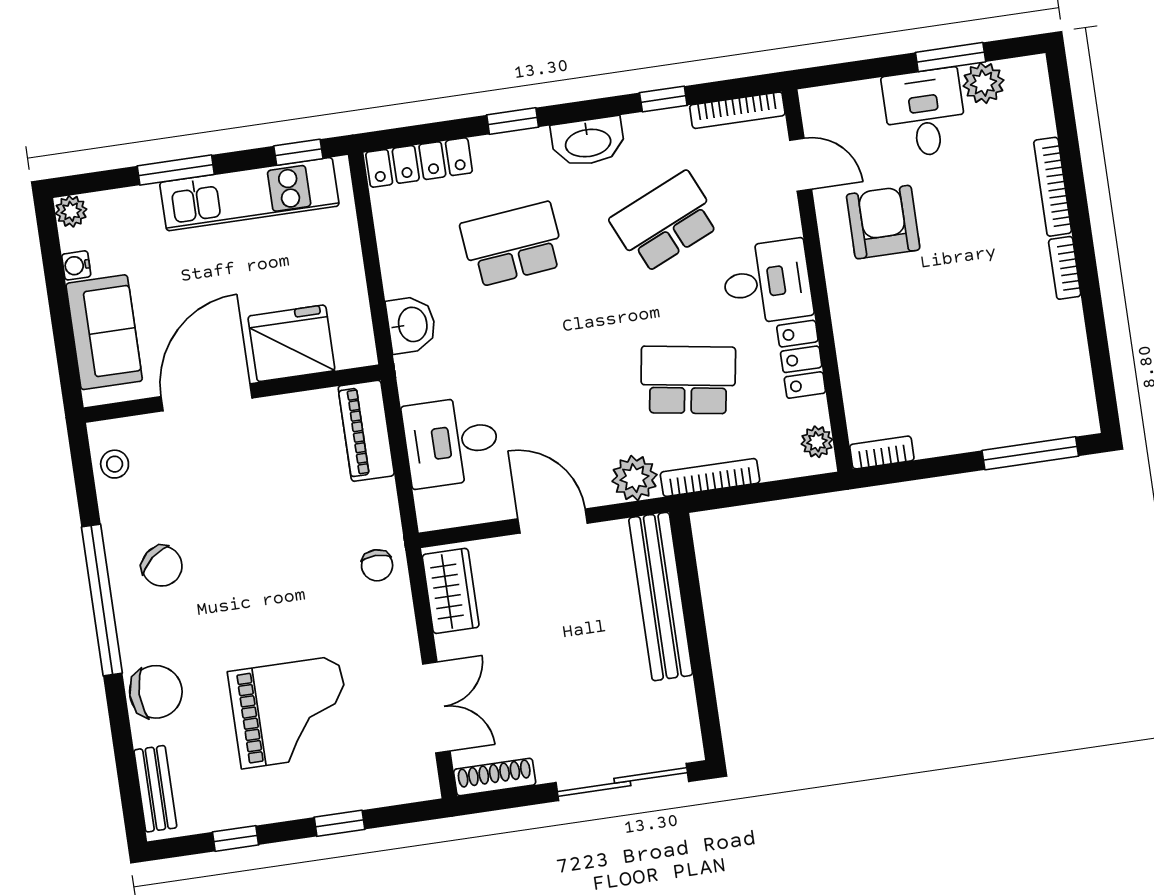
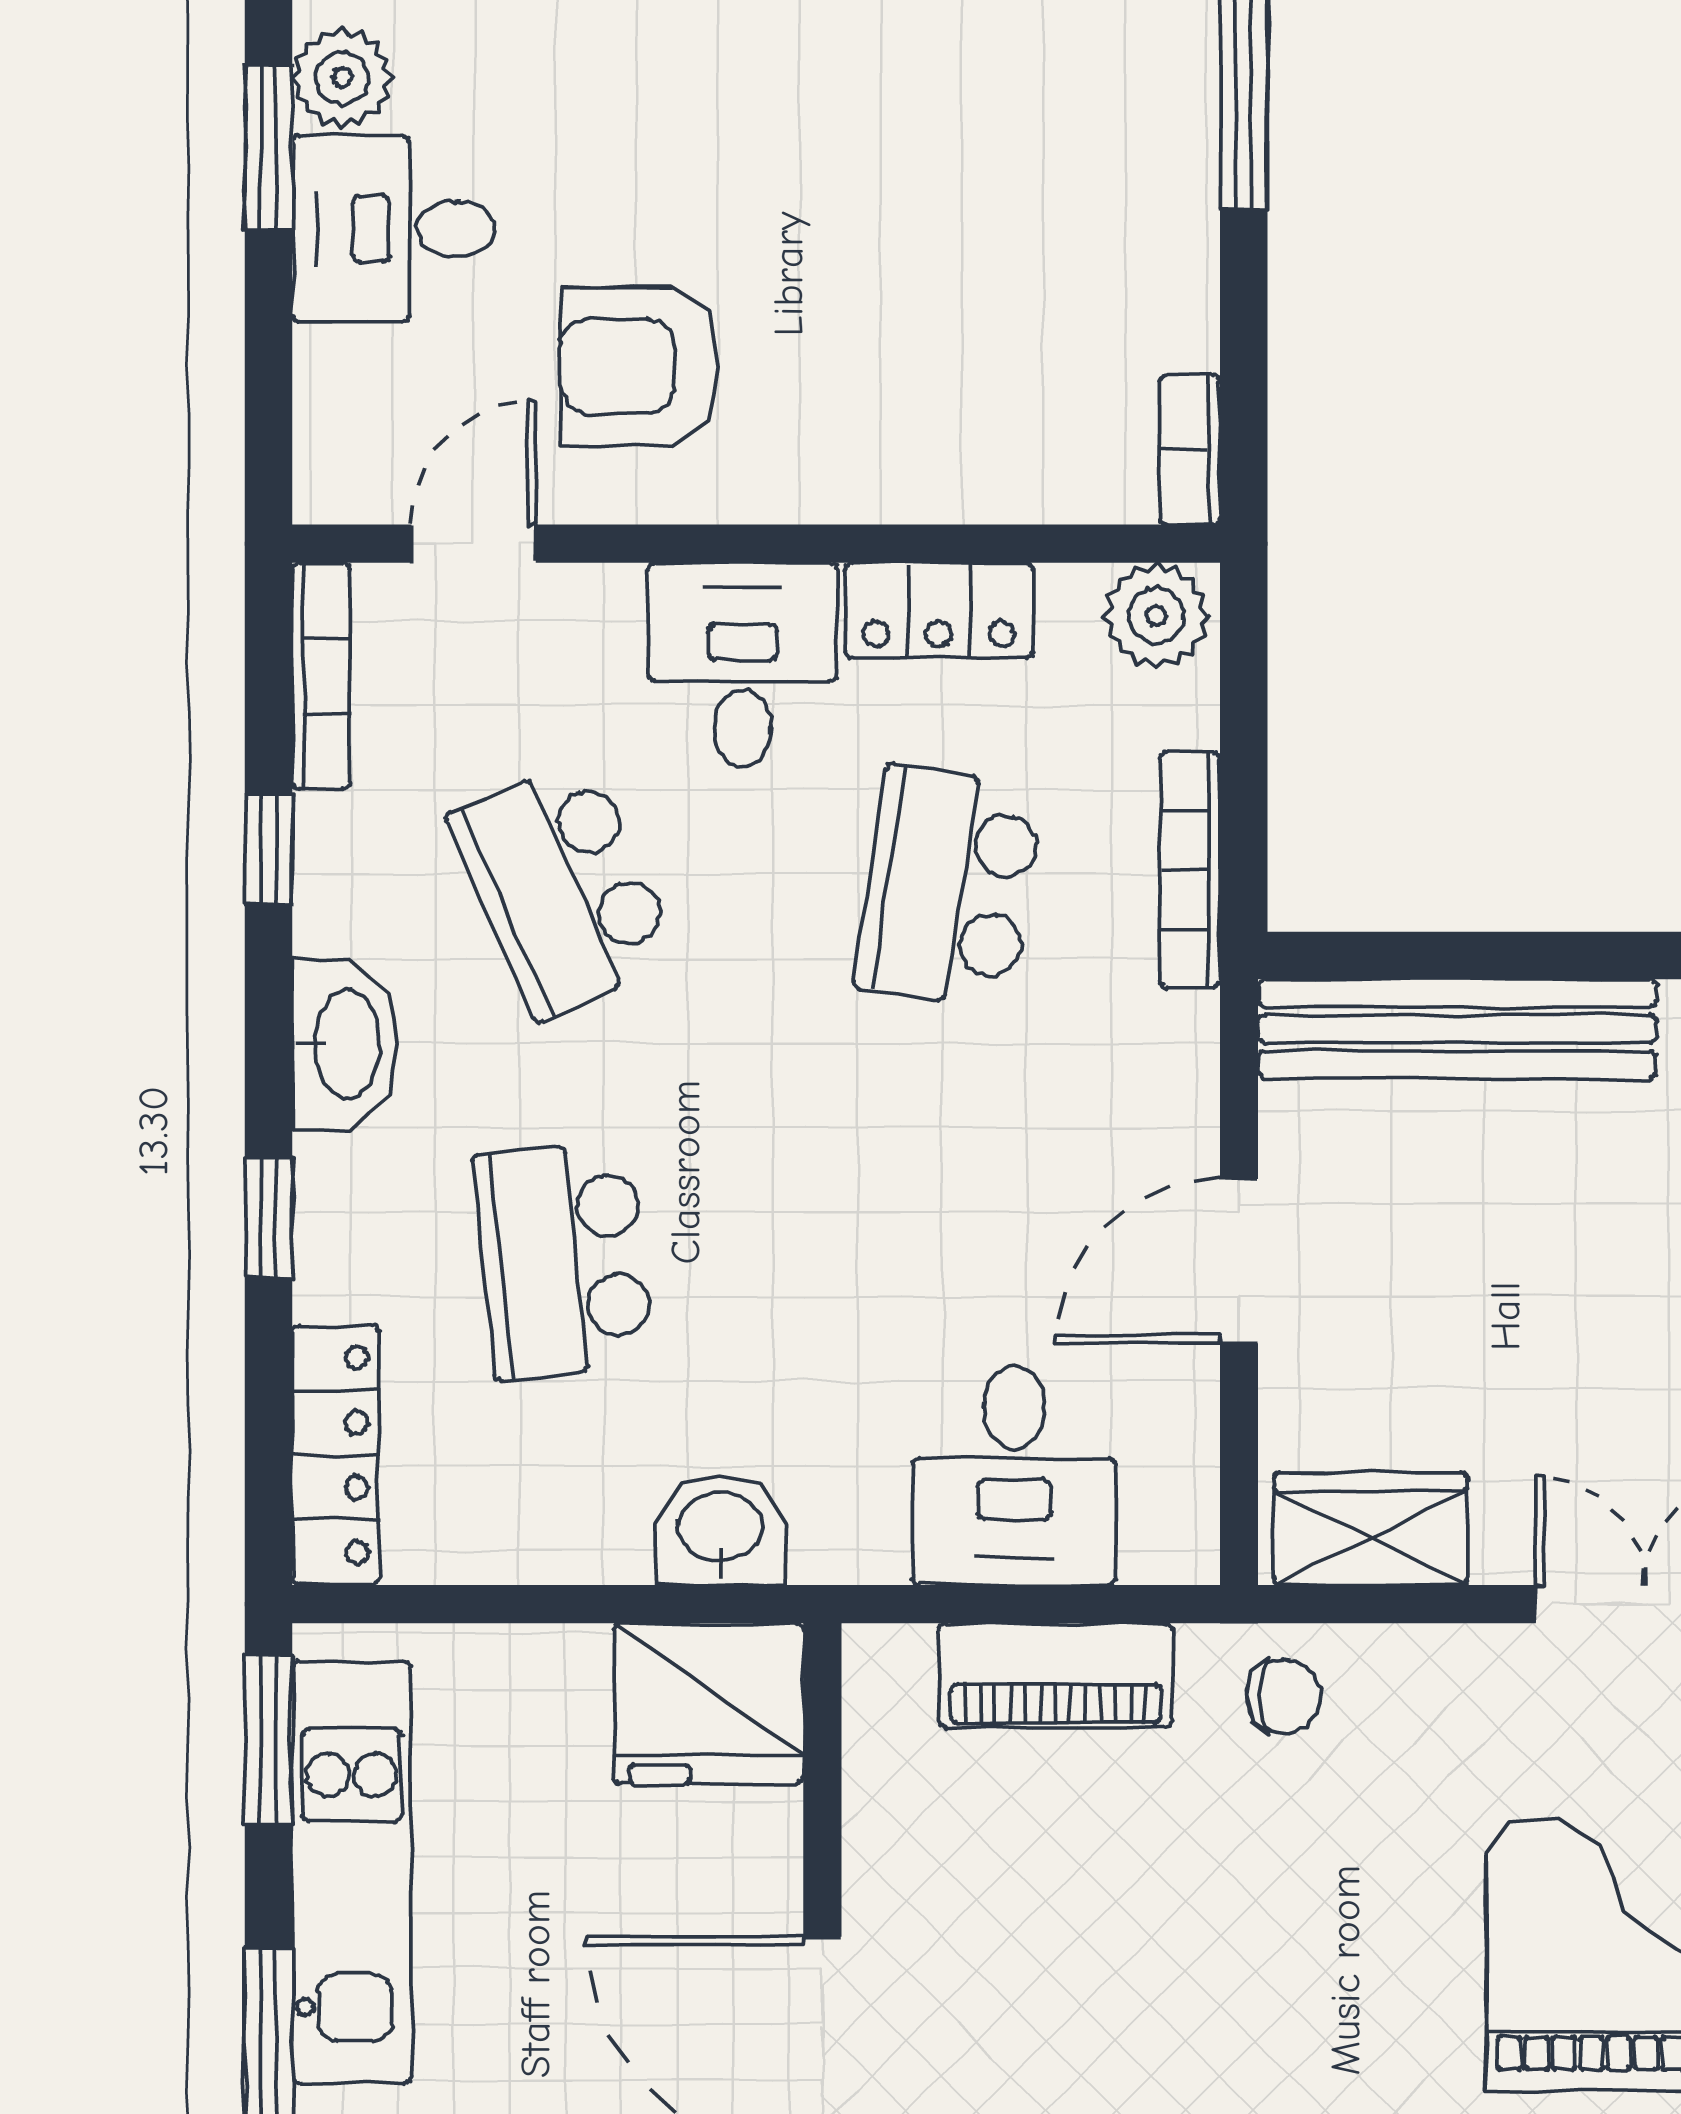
window: (298, 152) -> (269, 1740), width x1.50
fridge: (291, 343) -> (709, 1703), moved, turned -90
piano: (366, 431) -> (1056, 1675), moved
plant: (817, 442) -> (1156, 616), width x1.38, depth x1.38
plant: (635, 478) -> (1165, 1050), removed

